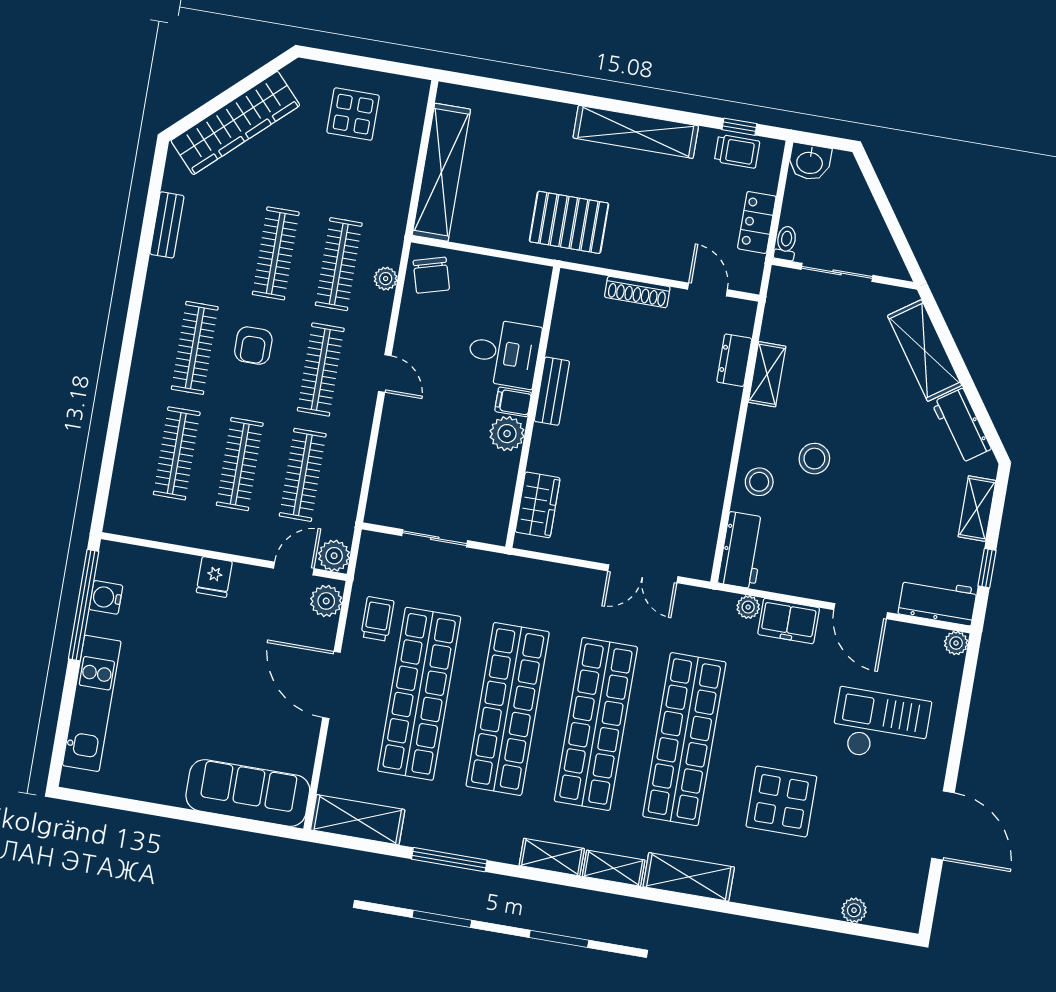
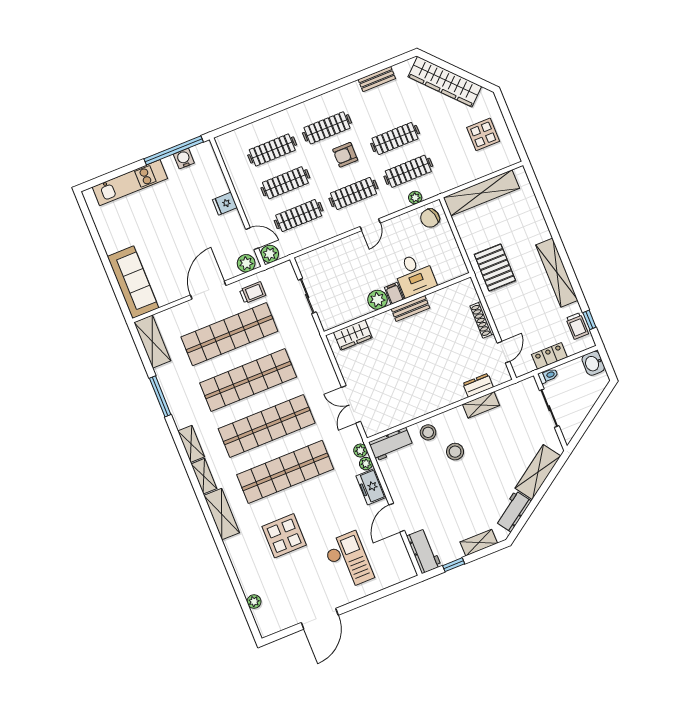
plant: (956, 643) -> (360, 450), moved

